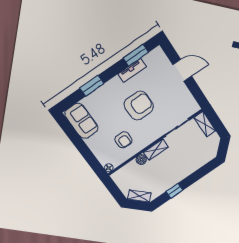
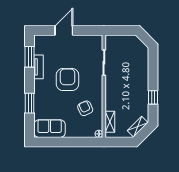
shelving: (205, 124) -> (116, 40), removed
armchair: (123, 140) -> (85, 108), turned -114
shelving: (156, 150) -> (110, 122), moved
boiler: (141, 160) -> (110, 106), removed

